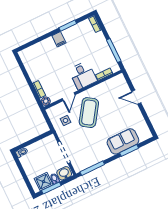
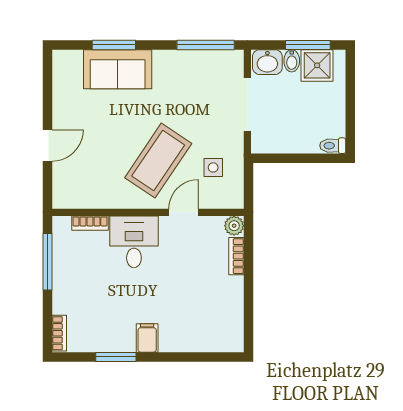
door: (136, 97) -> (47, 145), hinge flipped

